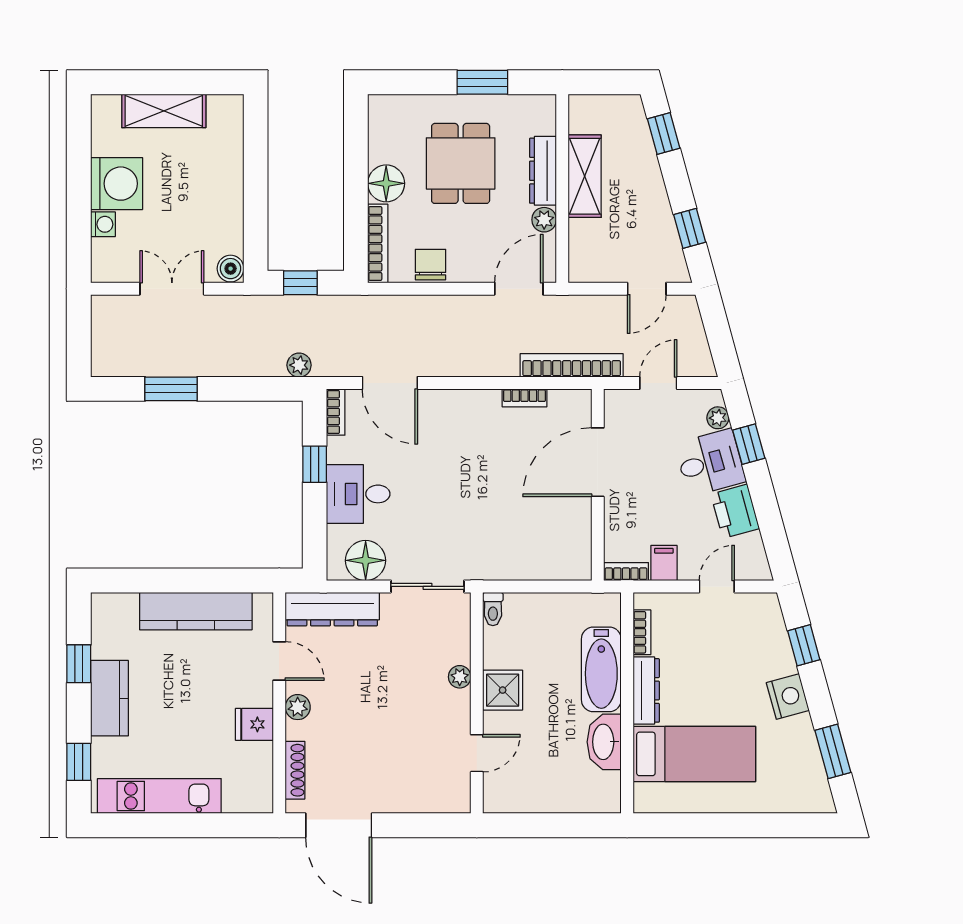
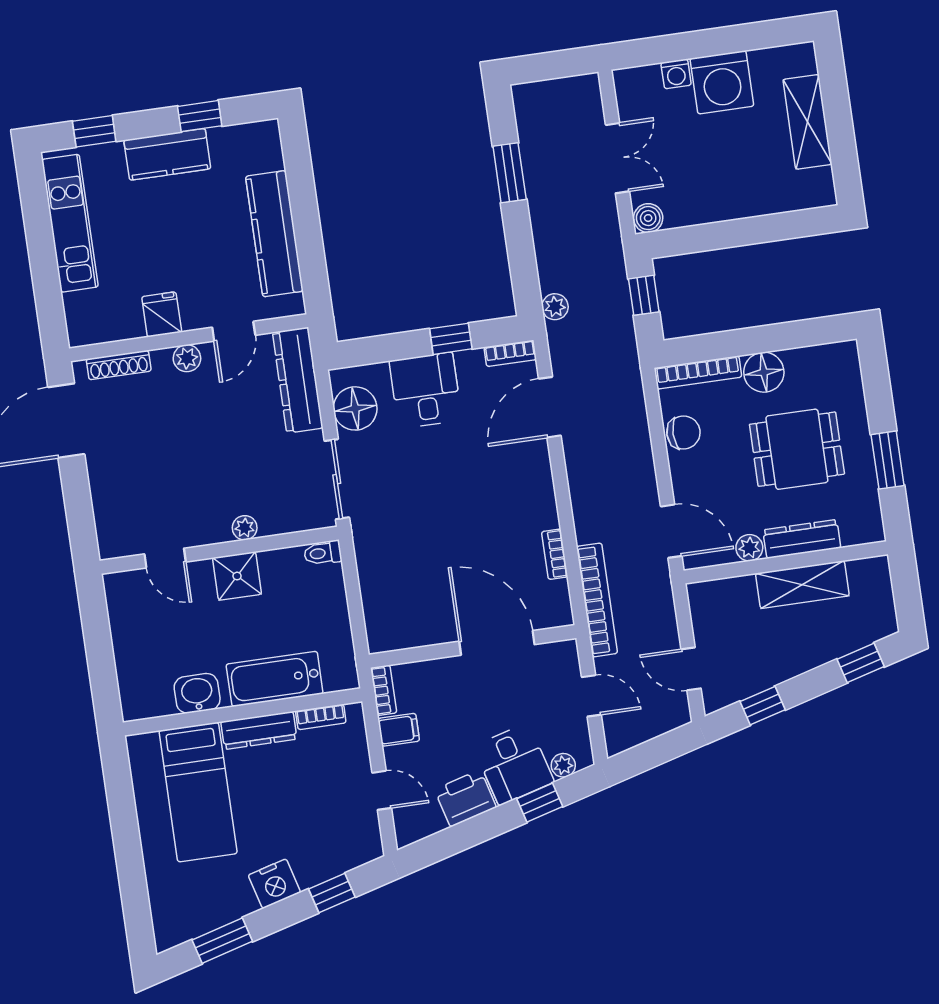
washbasin: (604, 742) -> (197, 693), width x0.72

